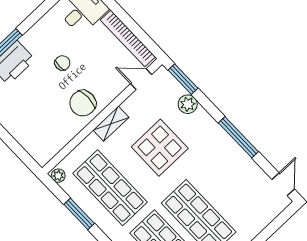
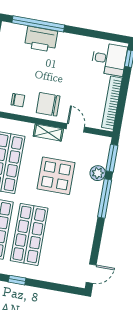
chair: (62, 63) -> (18, 100), moved
door: (141, 79) -> (75, 128), moved
window: (238, 137) -> (105, 198), moved

